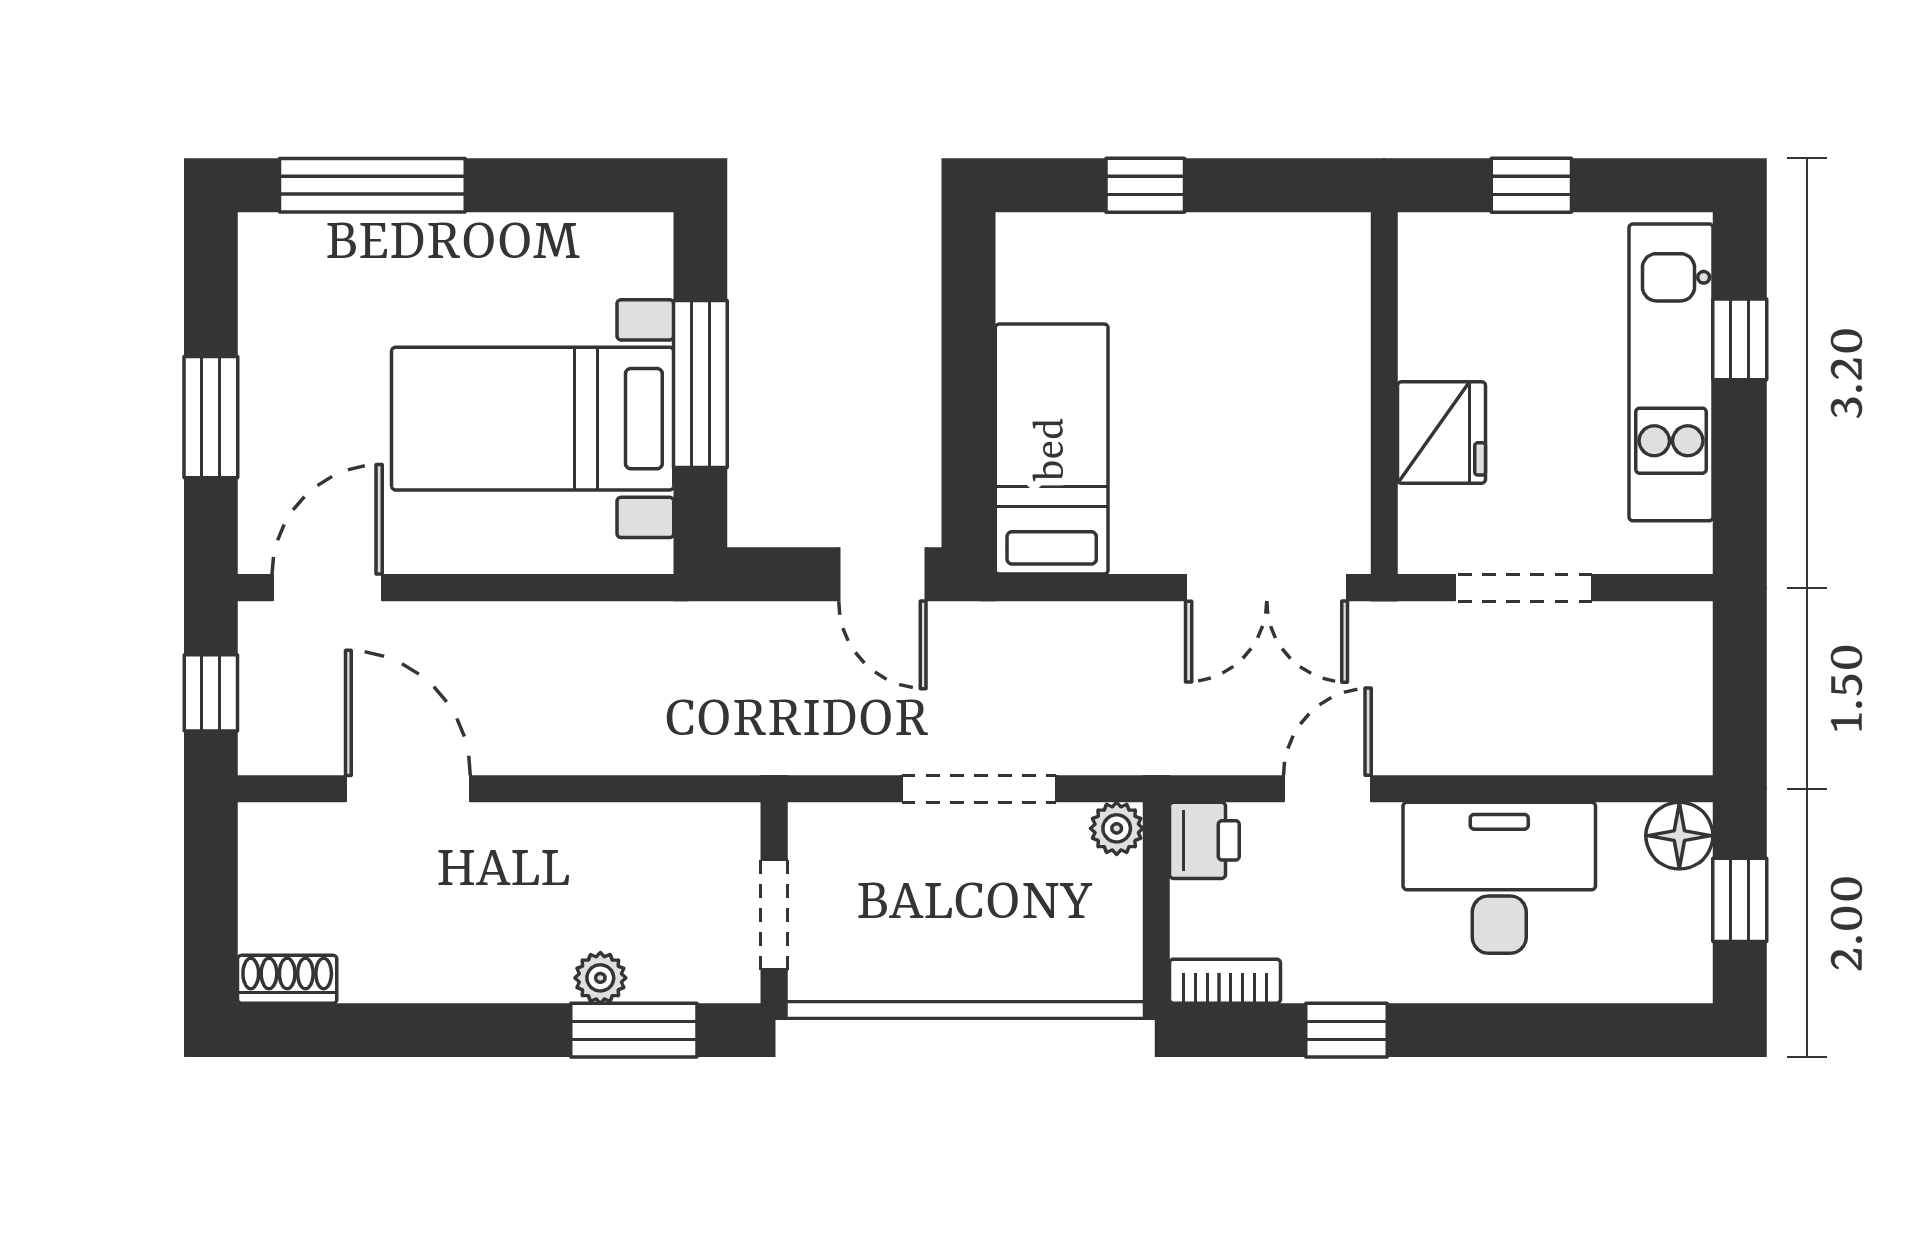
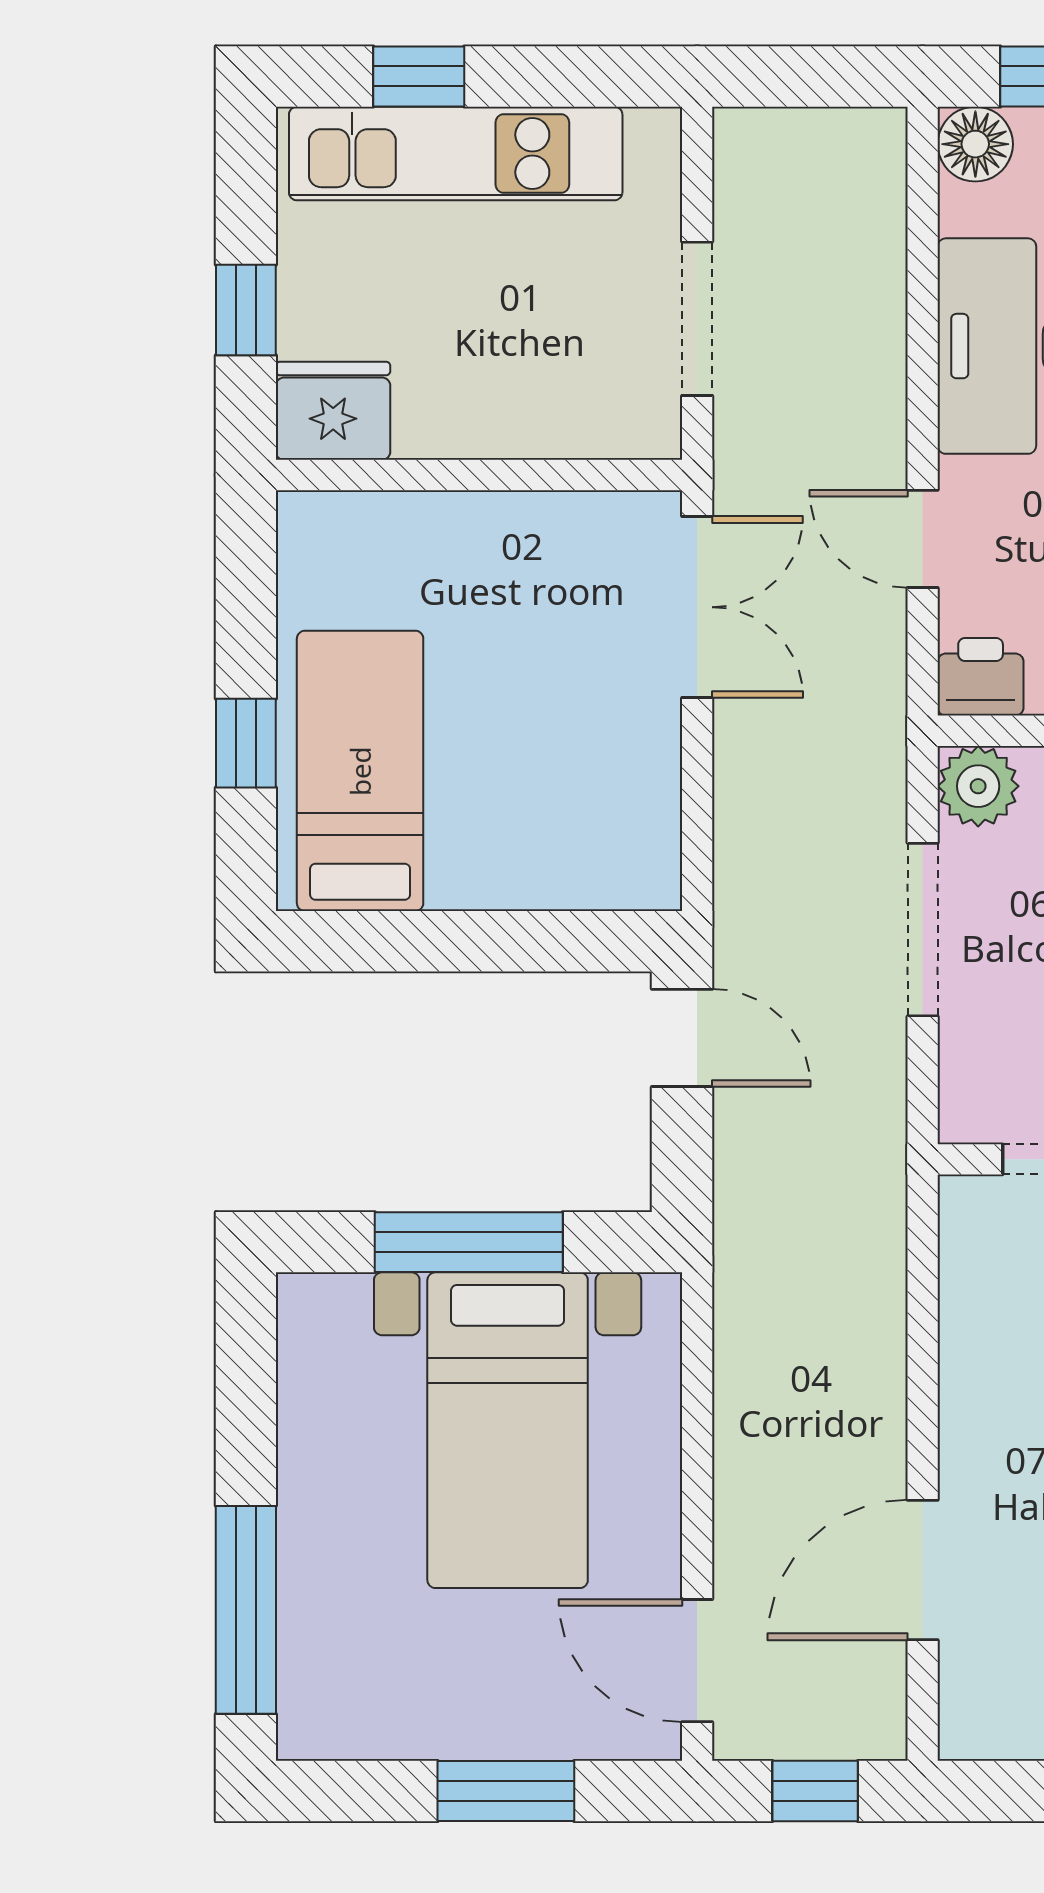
fridge: (1442, 432) -> (333, 411), moved
bed: (1052, 449) -> (360, 771), moved, turned 90
door: (882, 574) -> (682, 1038), hinge flipped
plant: (1117, 828) -> (978, 786), width x1.38, depth x1.38

